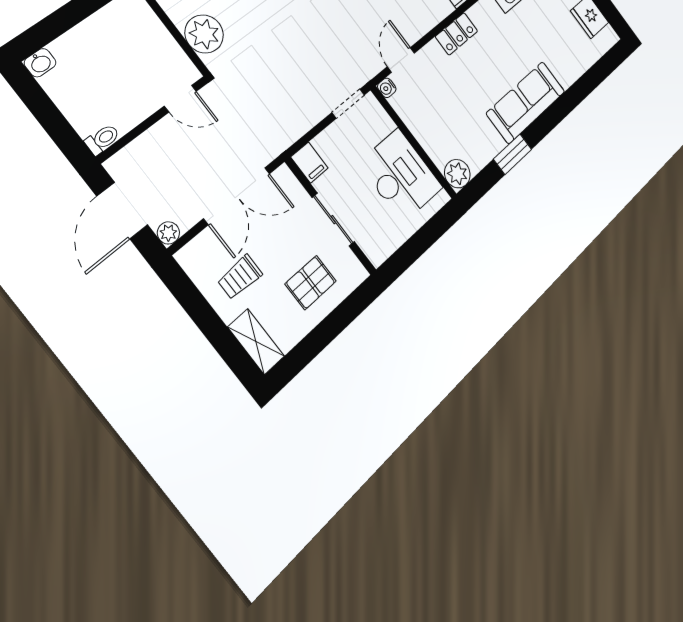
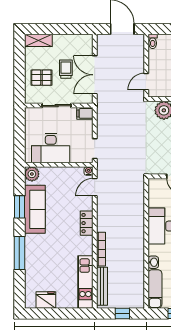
door: (401, 60) -> (95, 187), swing flipped
sofa: (526, 102) -> (35, 209), moved
window: (566, 103) -> (19, 253), added
plant: (168, 233) -> (102, 39), removed
trolley: (240, 277) -> (66, 69), moved
pallet: (311, 283) -> (41, 78), turned 90

